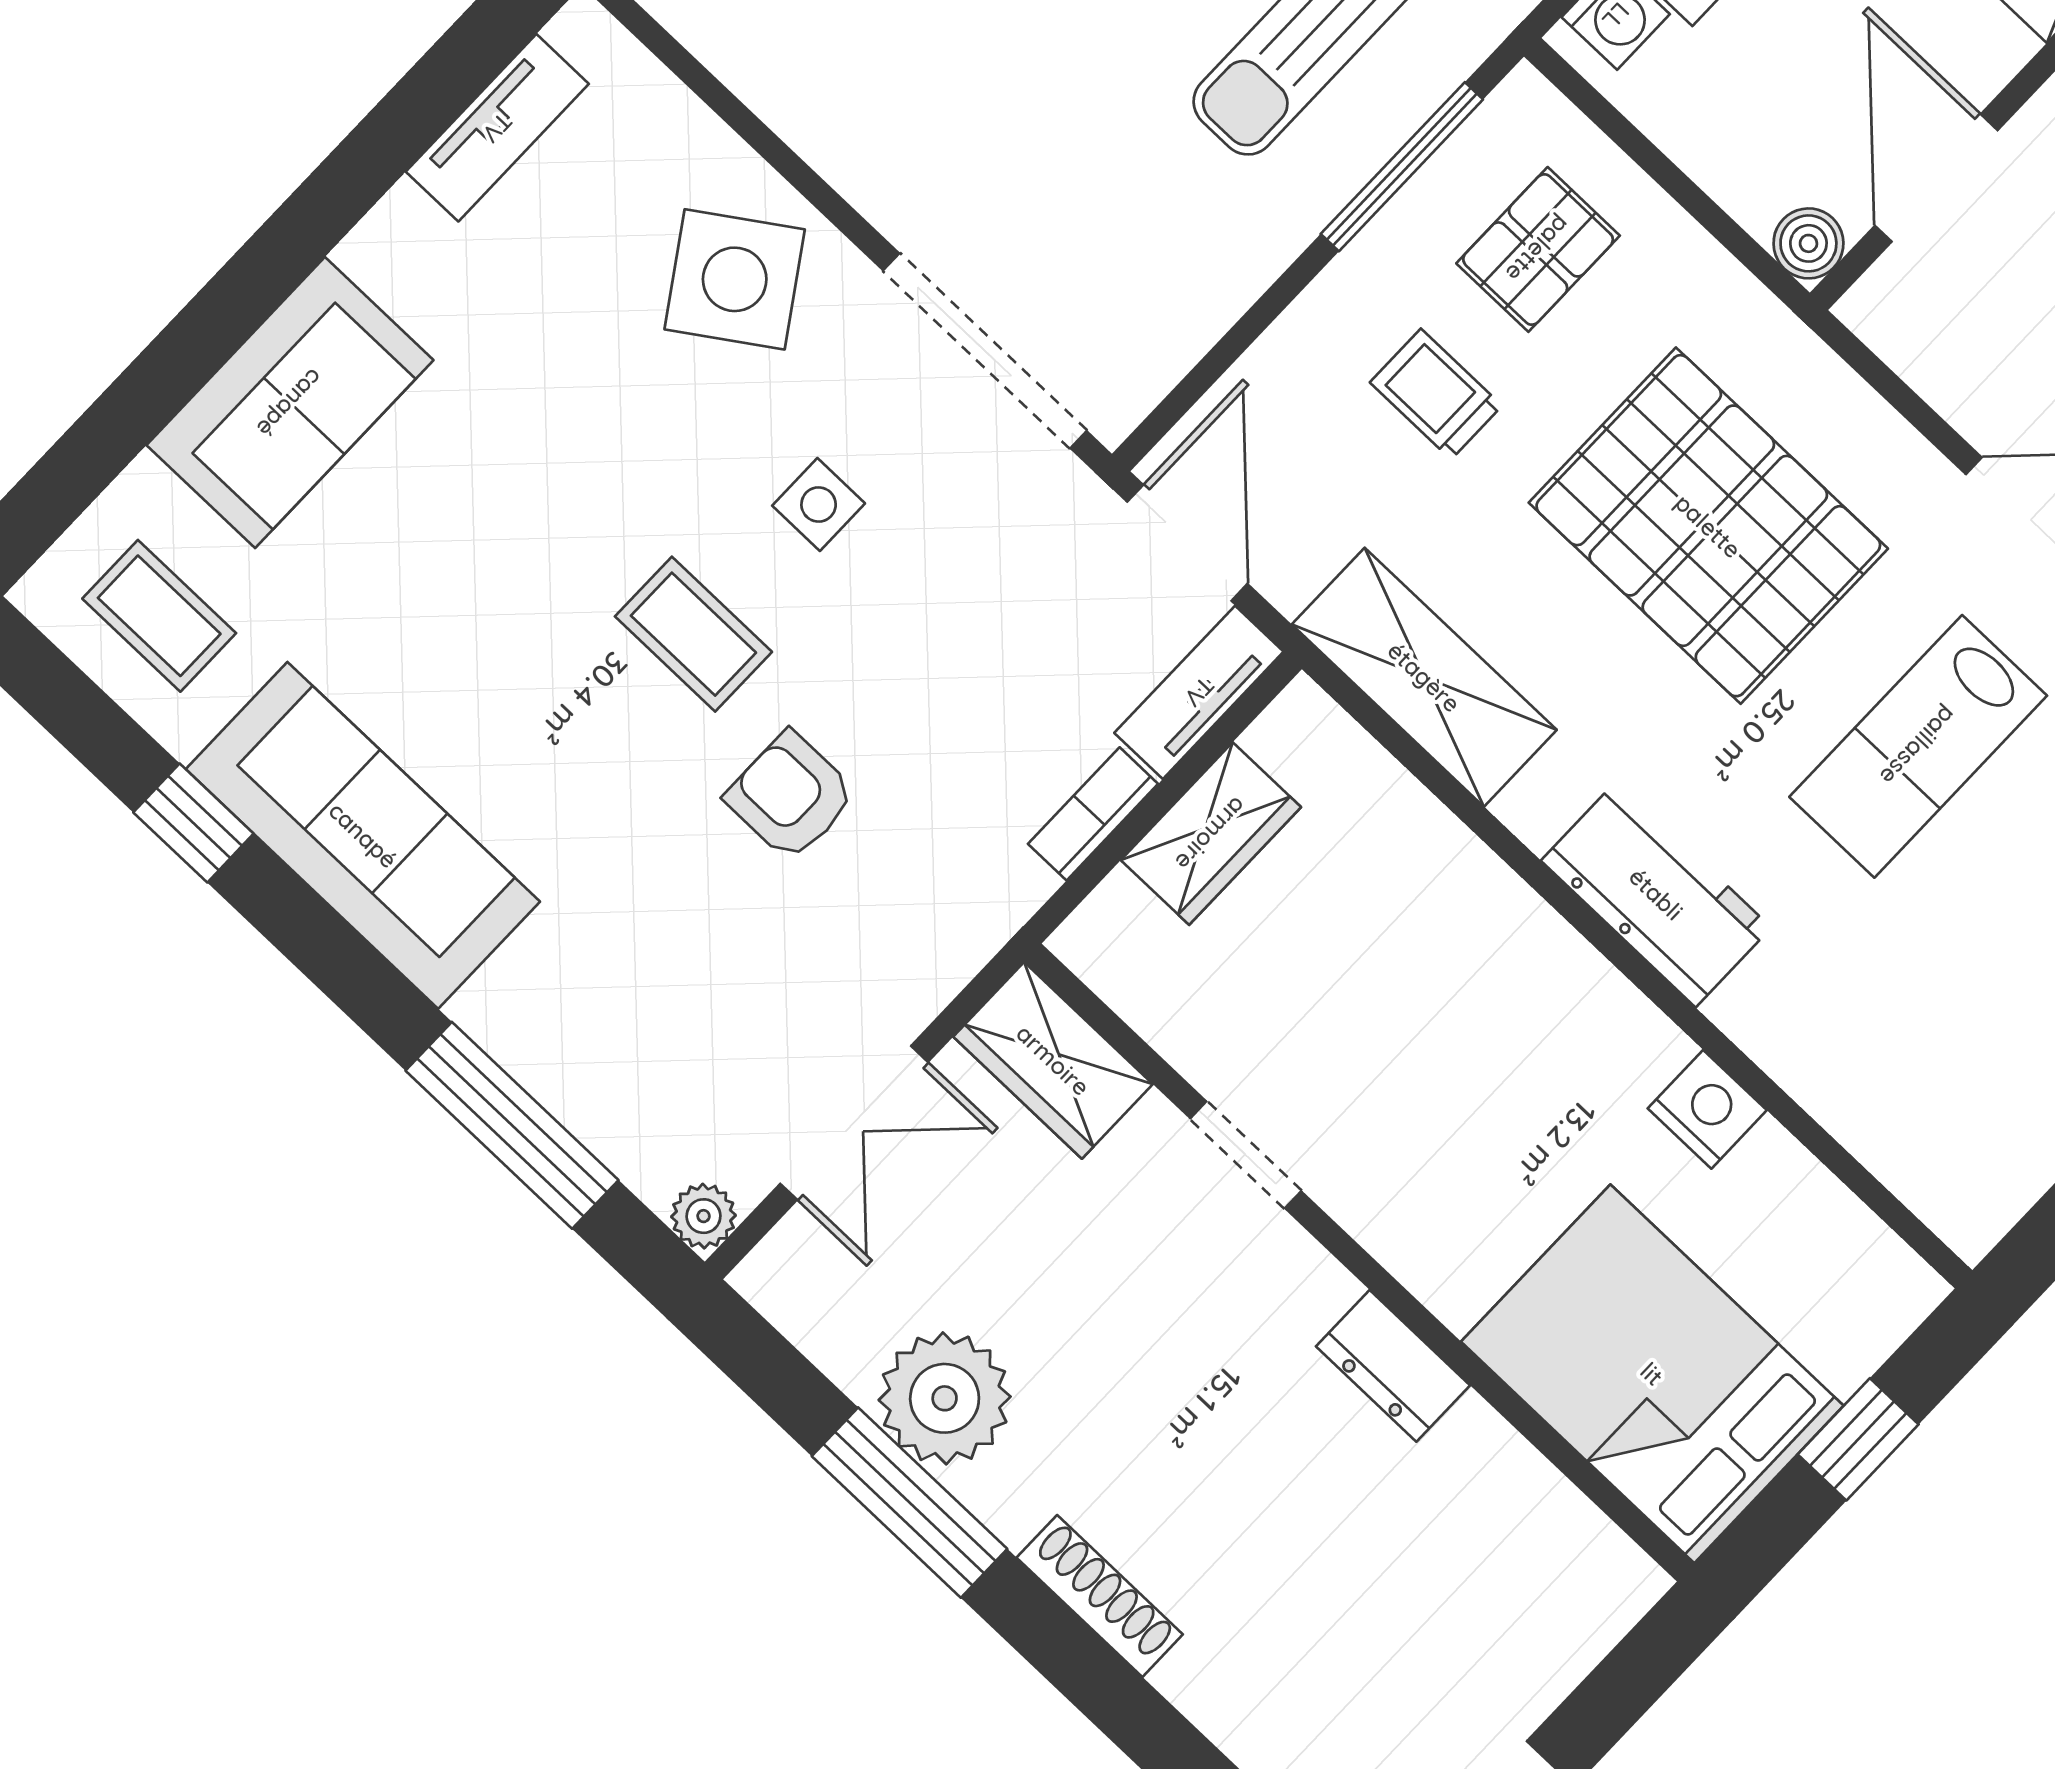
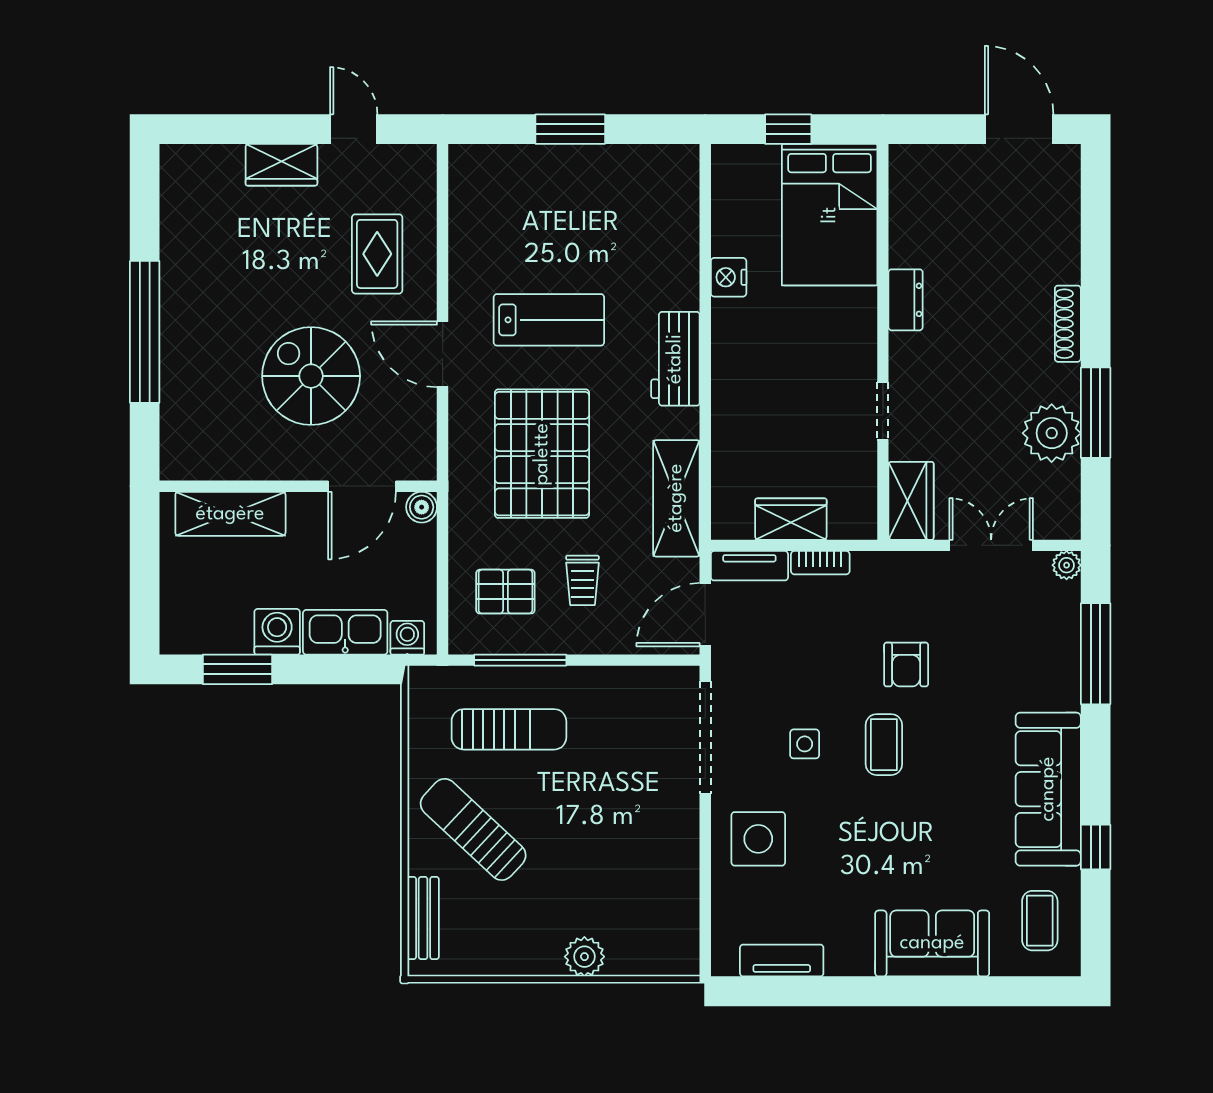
side table: (735, 279) -> (758, 839), turned 34

